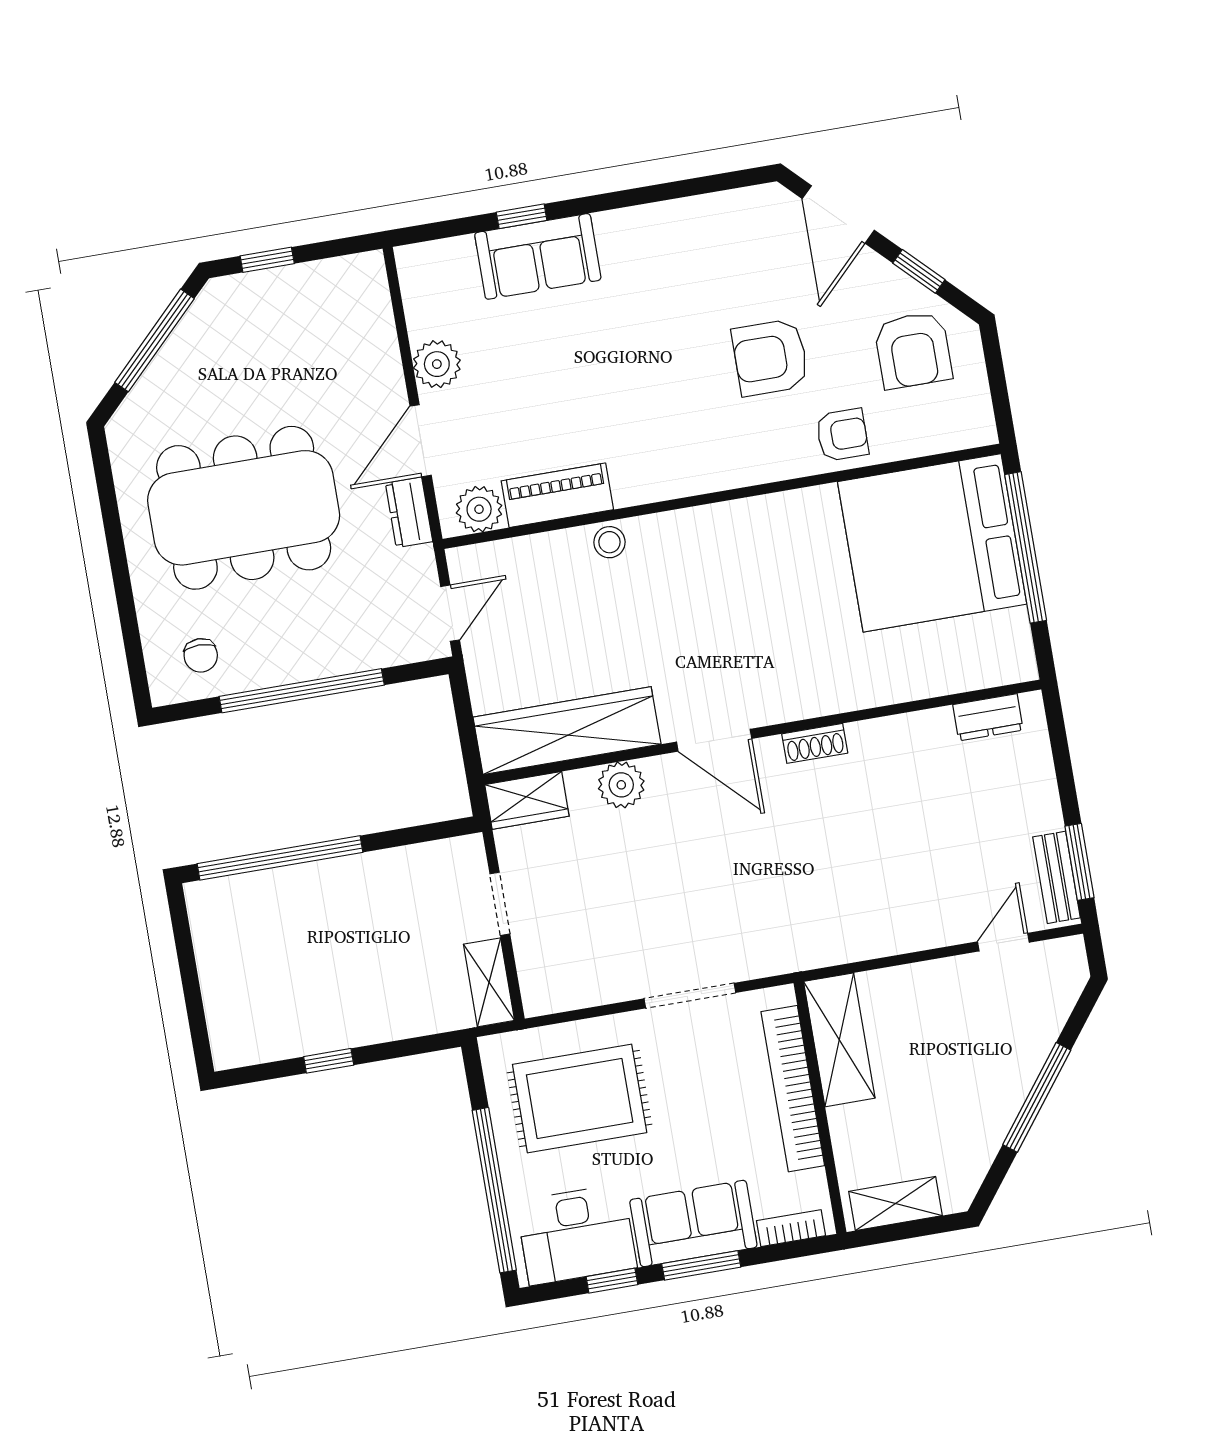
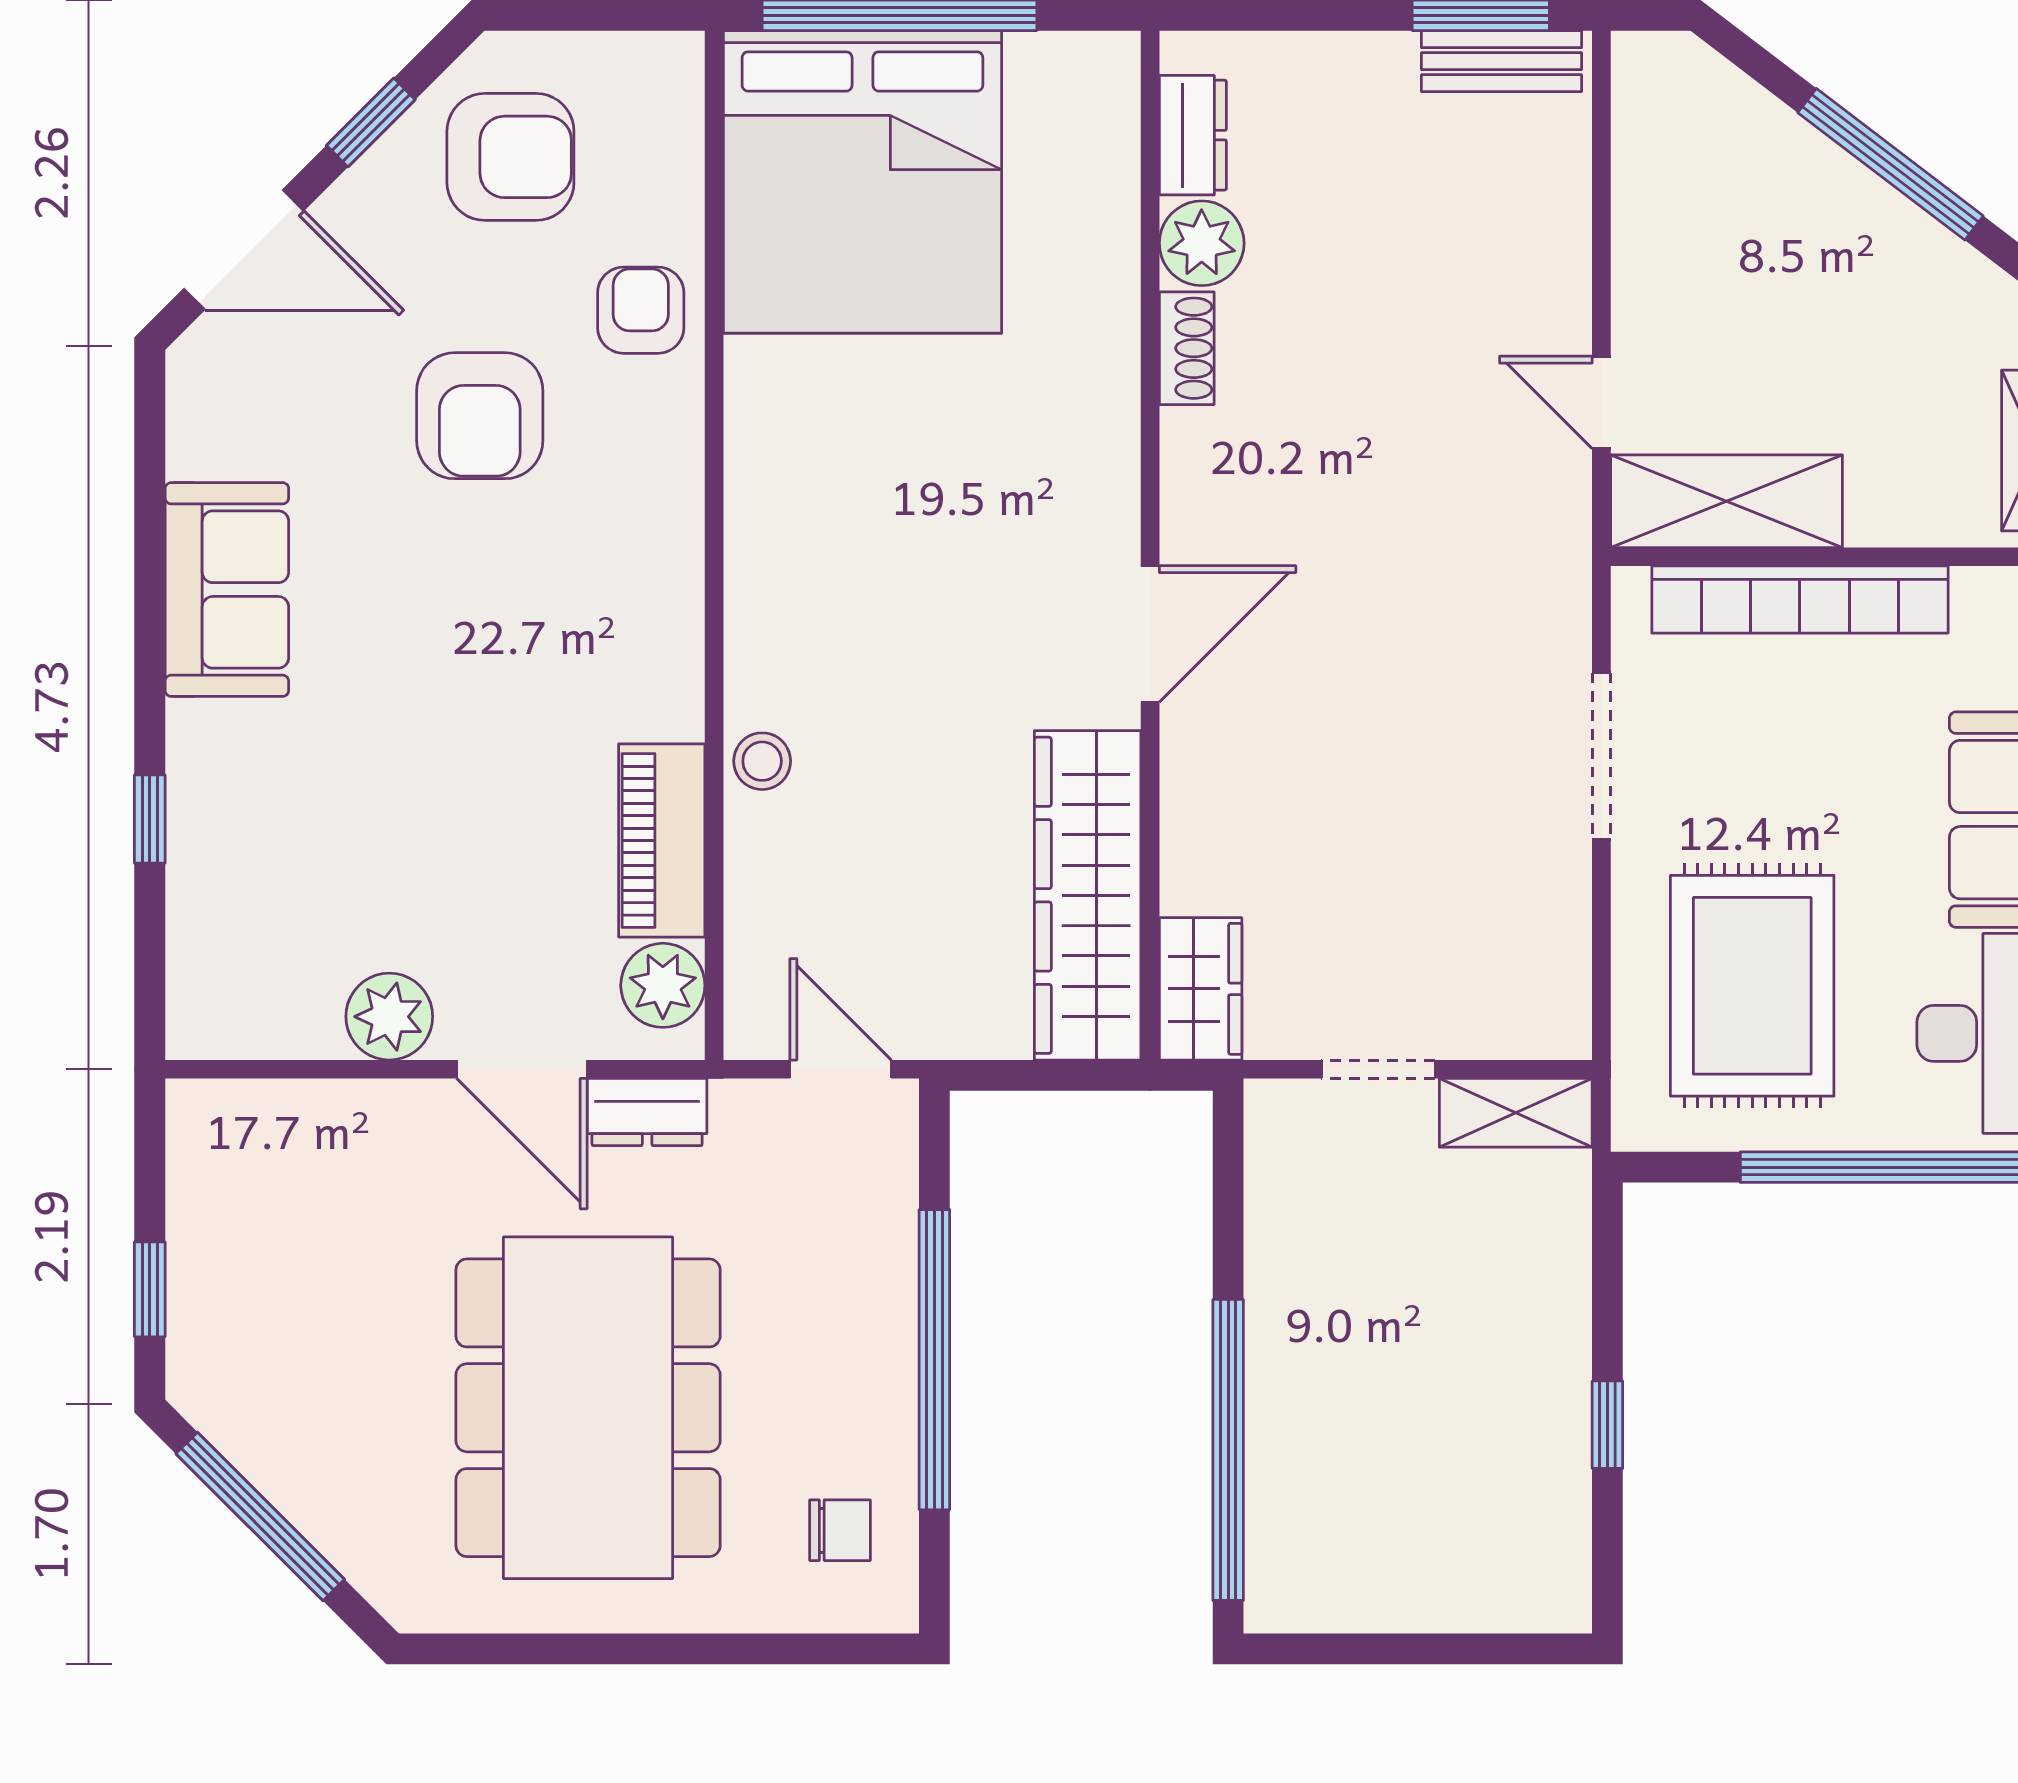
sofa: (538, 256) -> (227, 590), moved
shoe rack: (815, 743) -> (1187, 348), moved
plant: (621, 785) -> (1202, 243), moved
door: (1003, 942) -> (1601, 402), moved

